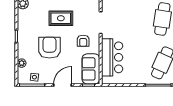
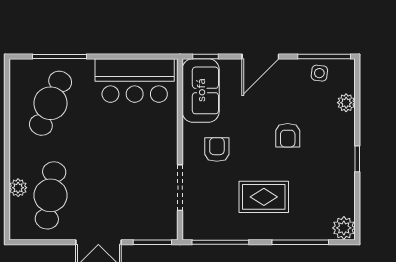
armchair: (49, 48) -> (288, 135), width x0.53, depth x0.53
bar counter: (112, 57) -> (135, 80), moved, turned -90

